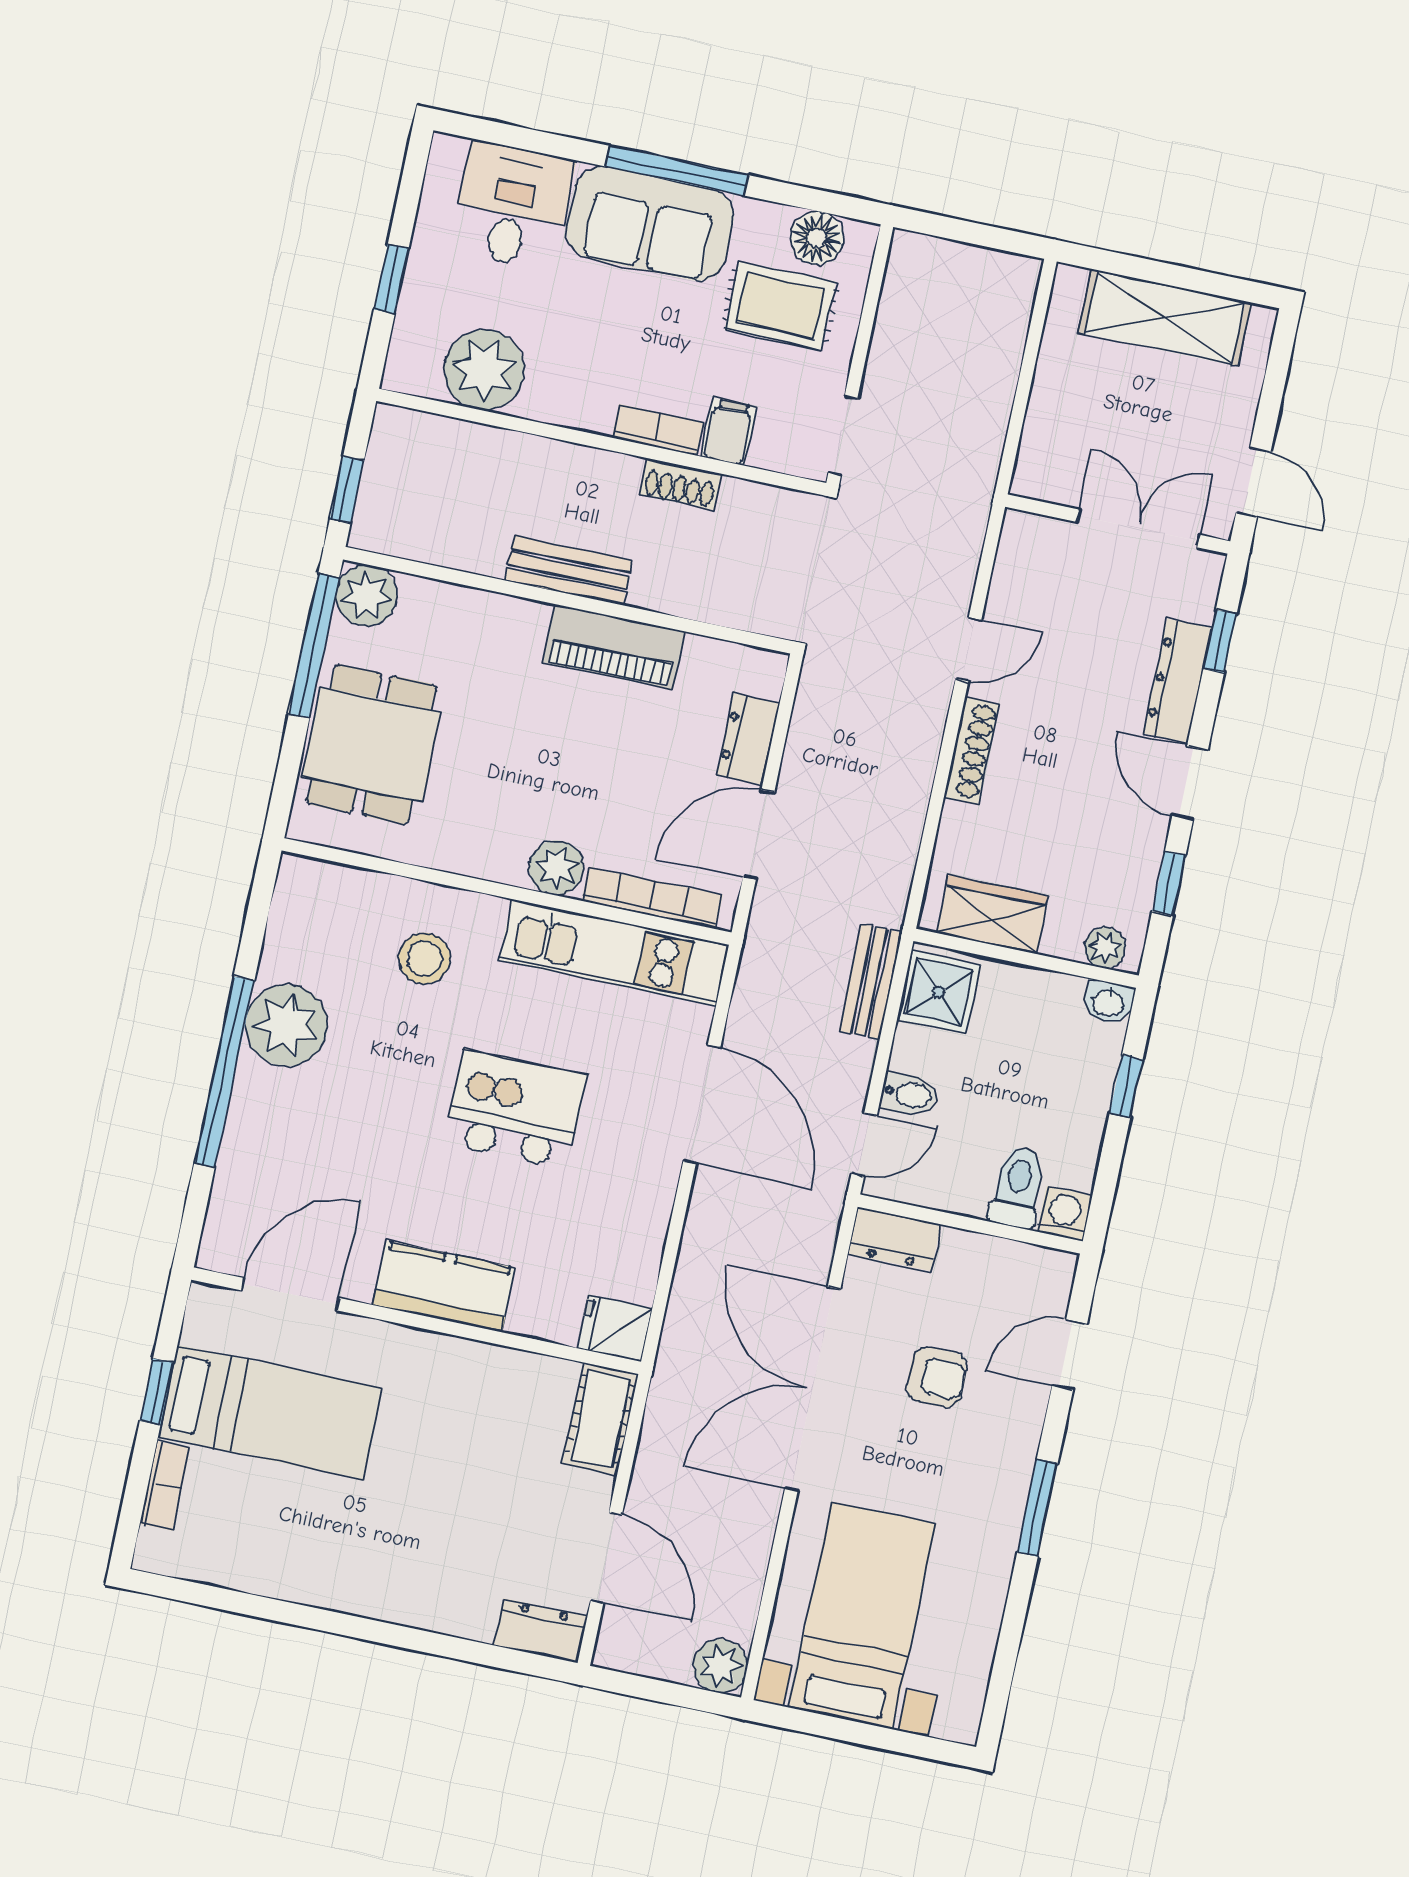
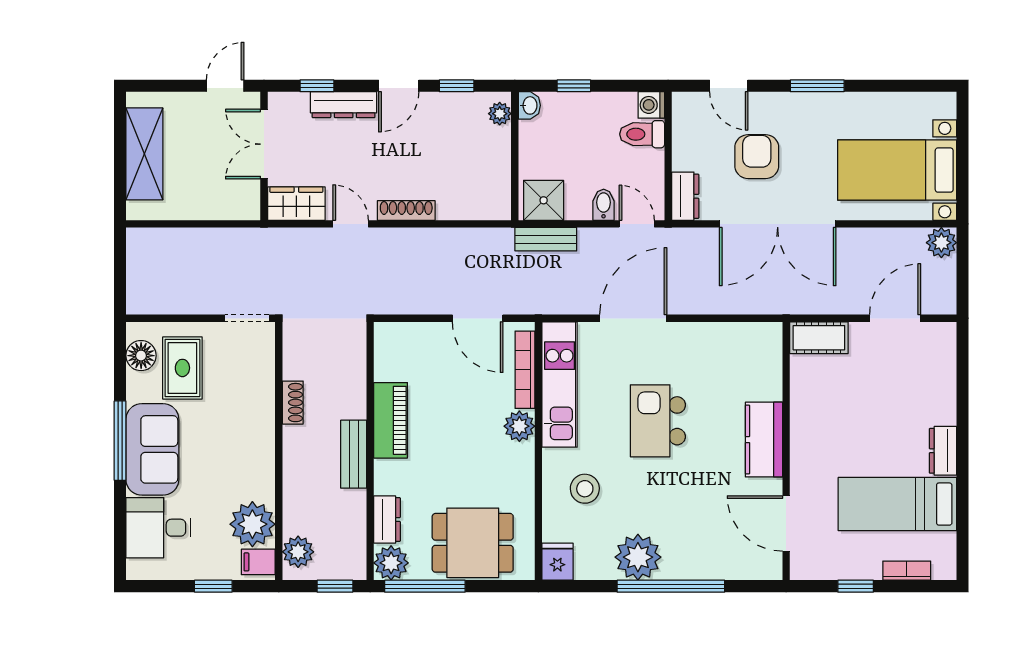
bookcase: (658, 430) -> (265, 421), removed
filing cabinet: (729, 432) -> (258, 562), moved
plant: (420, 439) -> (298, 552), added
dresser: (748, 739) -> (387, 520), moved, turned -90
wardrobe: (992, 915) -> (296, 204), moved, turned 90
fridge: (615, 1328) -> (557, 562), moved, turned 180
armchair: (937, 1377) -> (757, 157), width x1.38, depth x1.38
bed: (270, 1412) -> (897, 504), moved, turned -90
dresser: (541, 1631) -> (943, 451), moved

